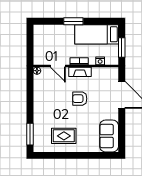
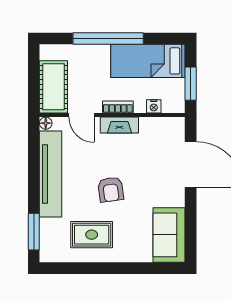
window: (73, 21) -> (108, 38), width x2.11
cot: (41, 49) -> (53, 87), added
armchair: (80, 99) -> (111, 190), moved, turned -98
tv unit: (40, 100) -> (51, 174), added

